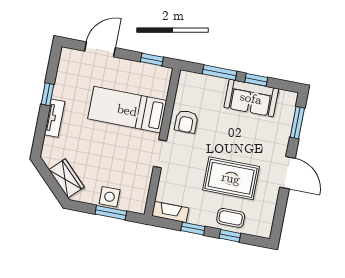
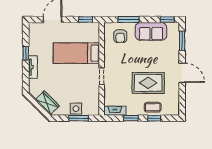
window: (256, 80) -> (167, 20), moved
armchair: (186, 122) -> (120, 36), moved

